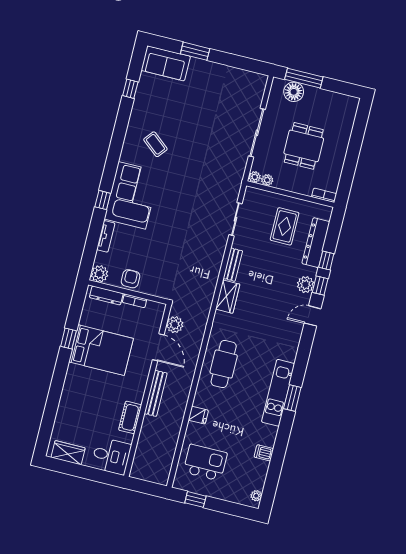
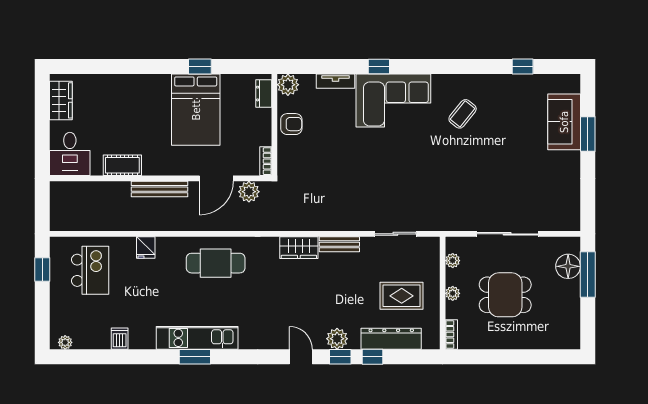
sofa: (166, 63) -> (564, 122), moved
plant: (255, 177) -> (453, 293), moved
dresser: (106, 295) -> (264, 94), width x0.70
bookcase: (135, 301) -> (266, 161), moved

